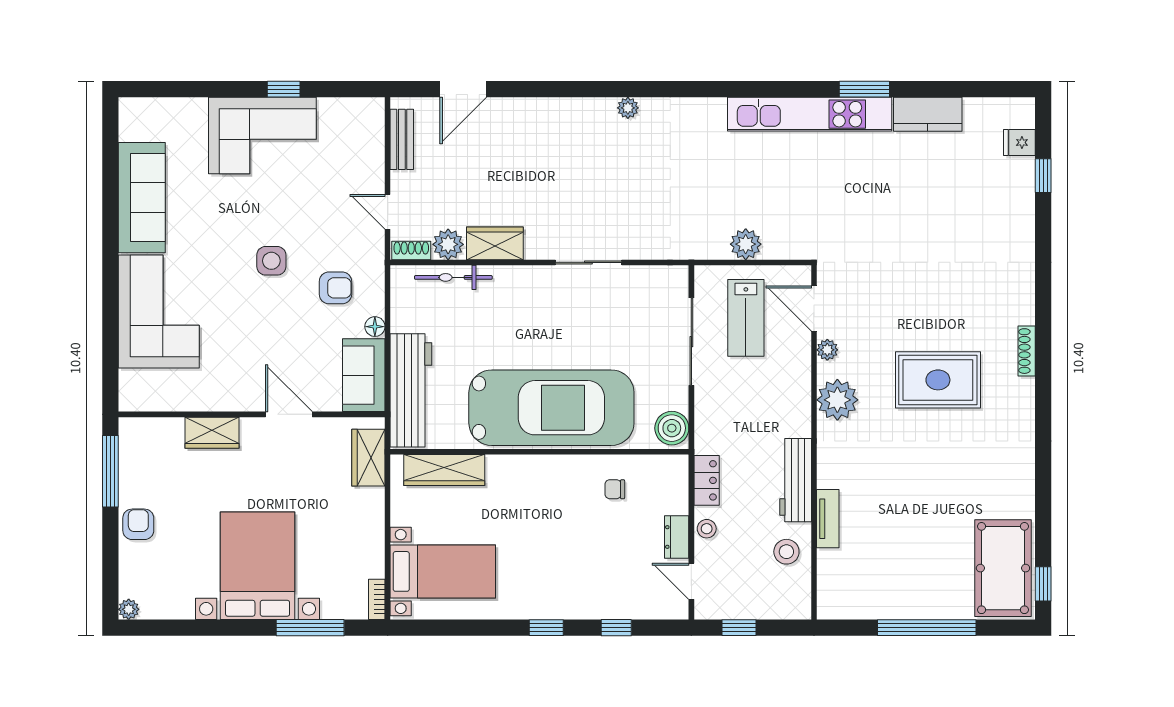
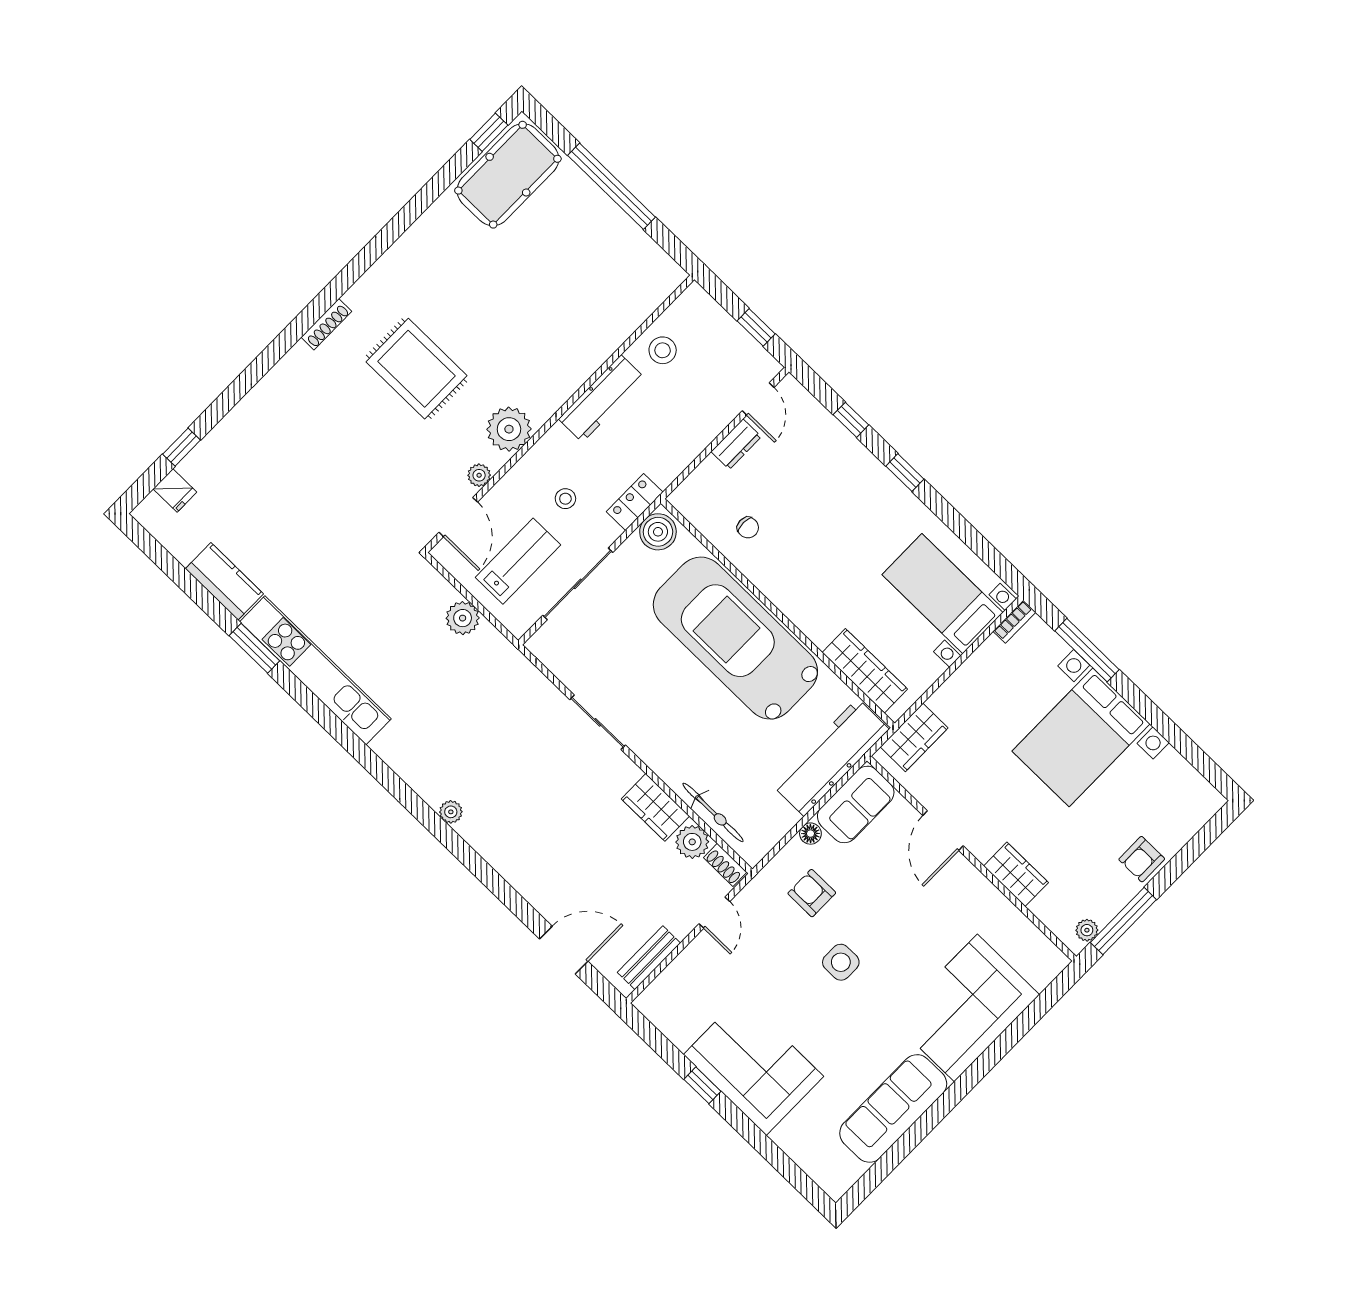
locker: (707, 480) -> (635, 502), moved
tv unit: (828, 519) -> (606, 345), removed
stool: (707, 529) -> (565, 499), moved
plant: (129, 609) -> (1087, 930), moved

